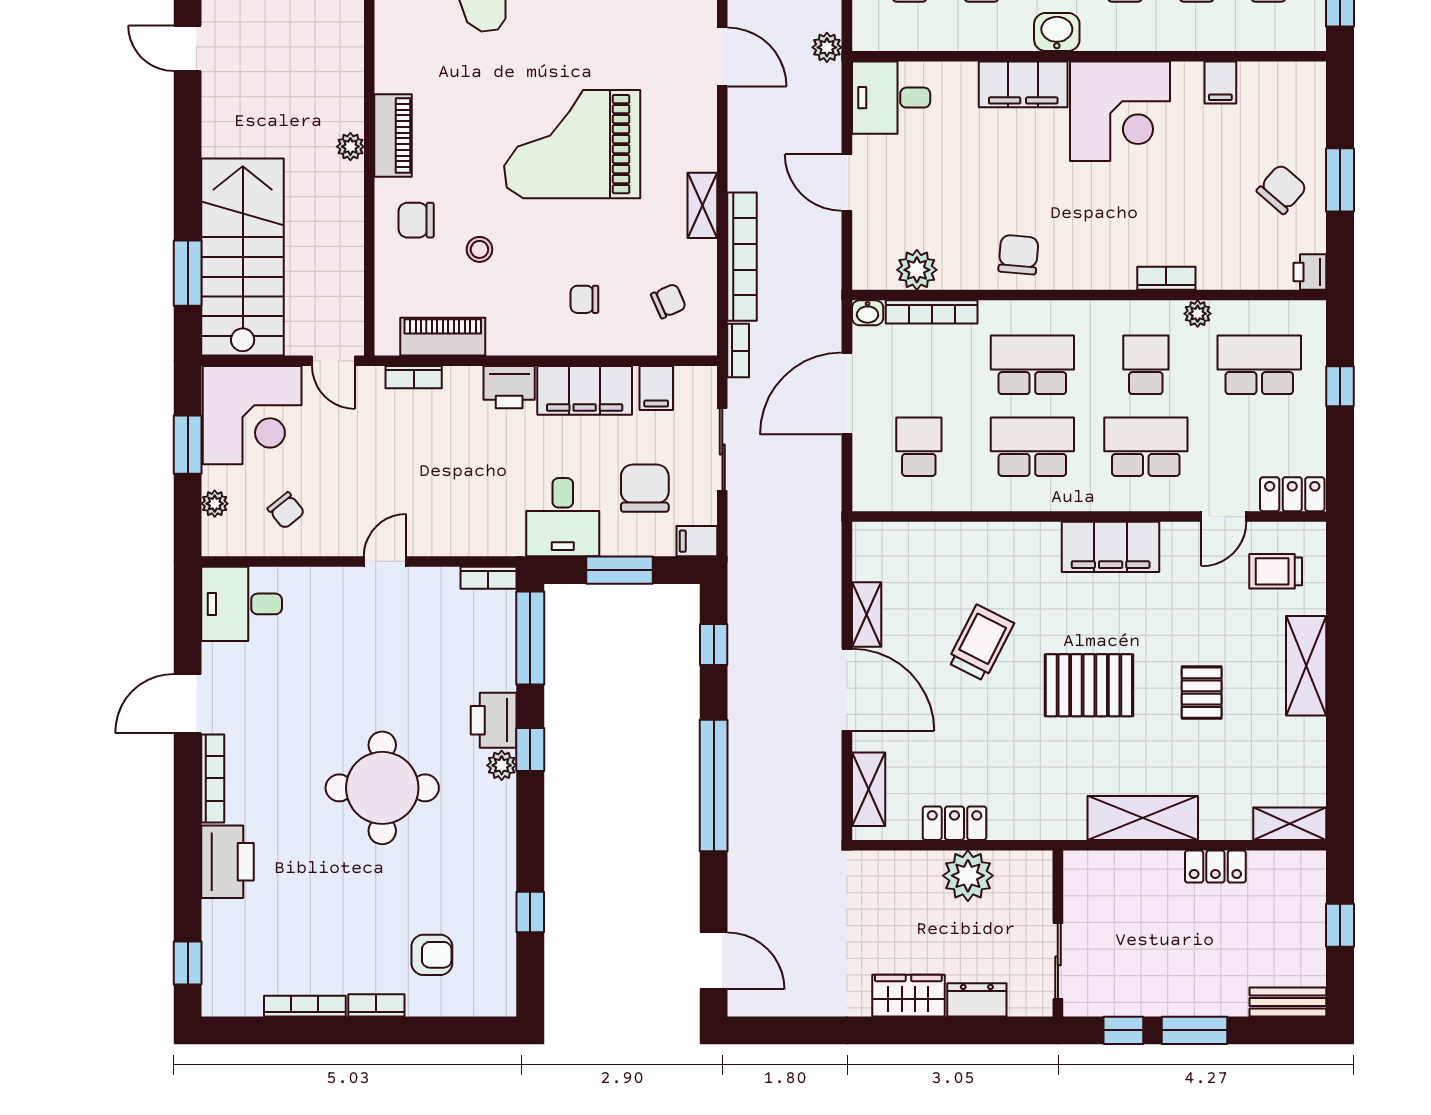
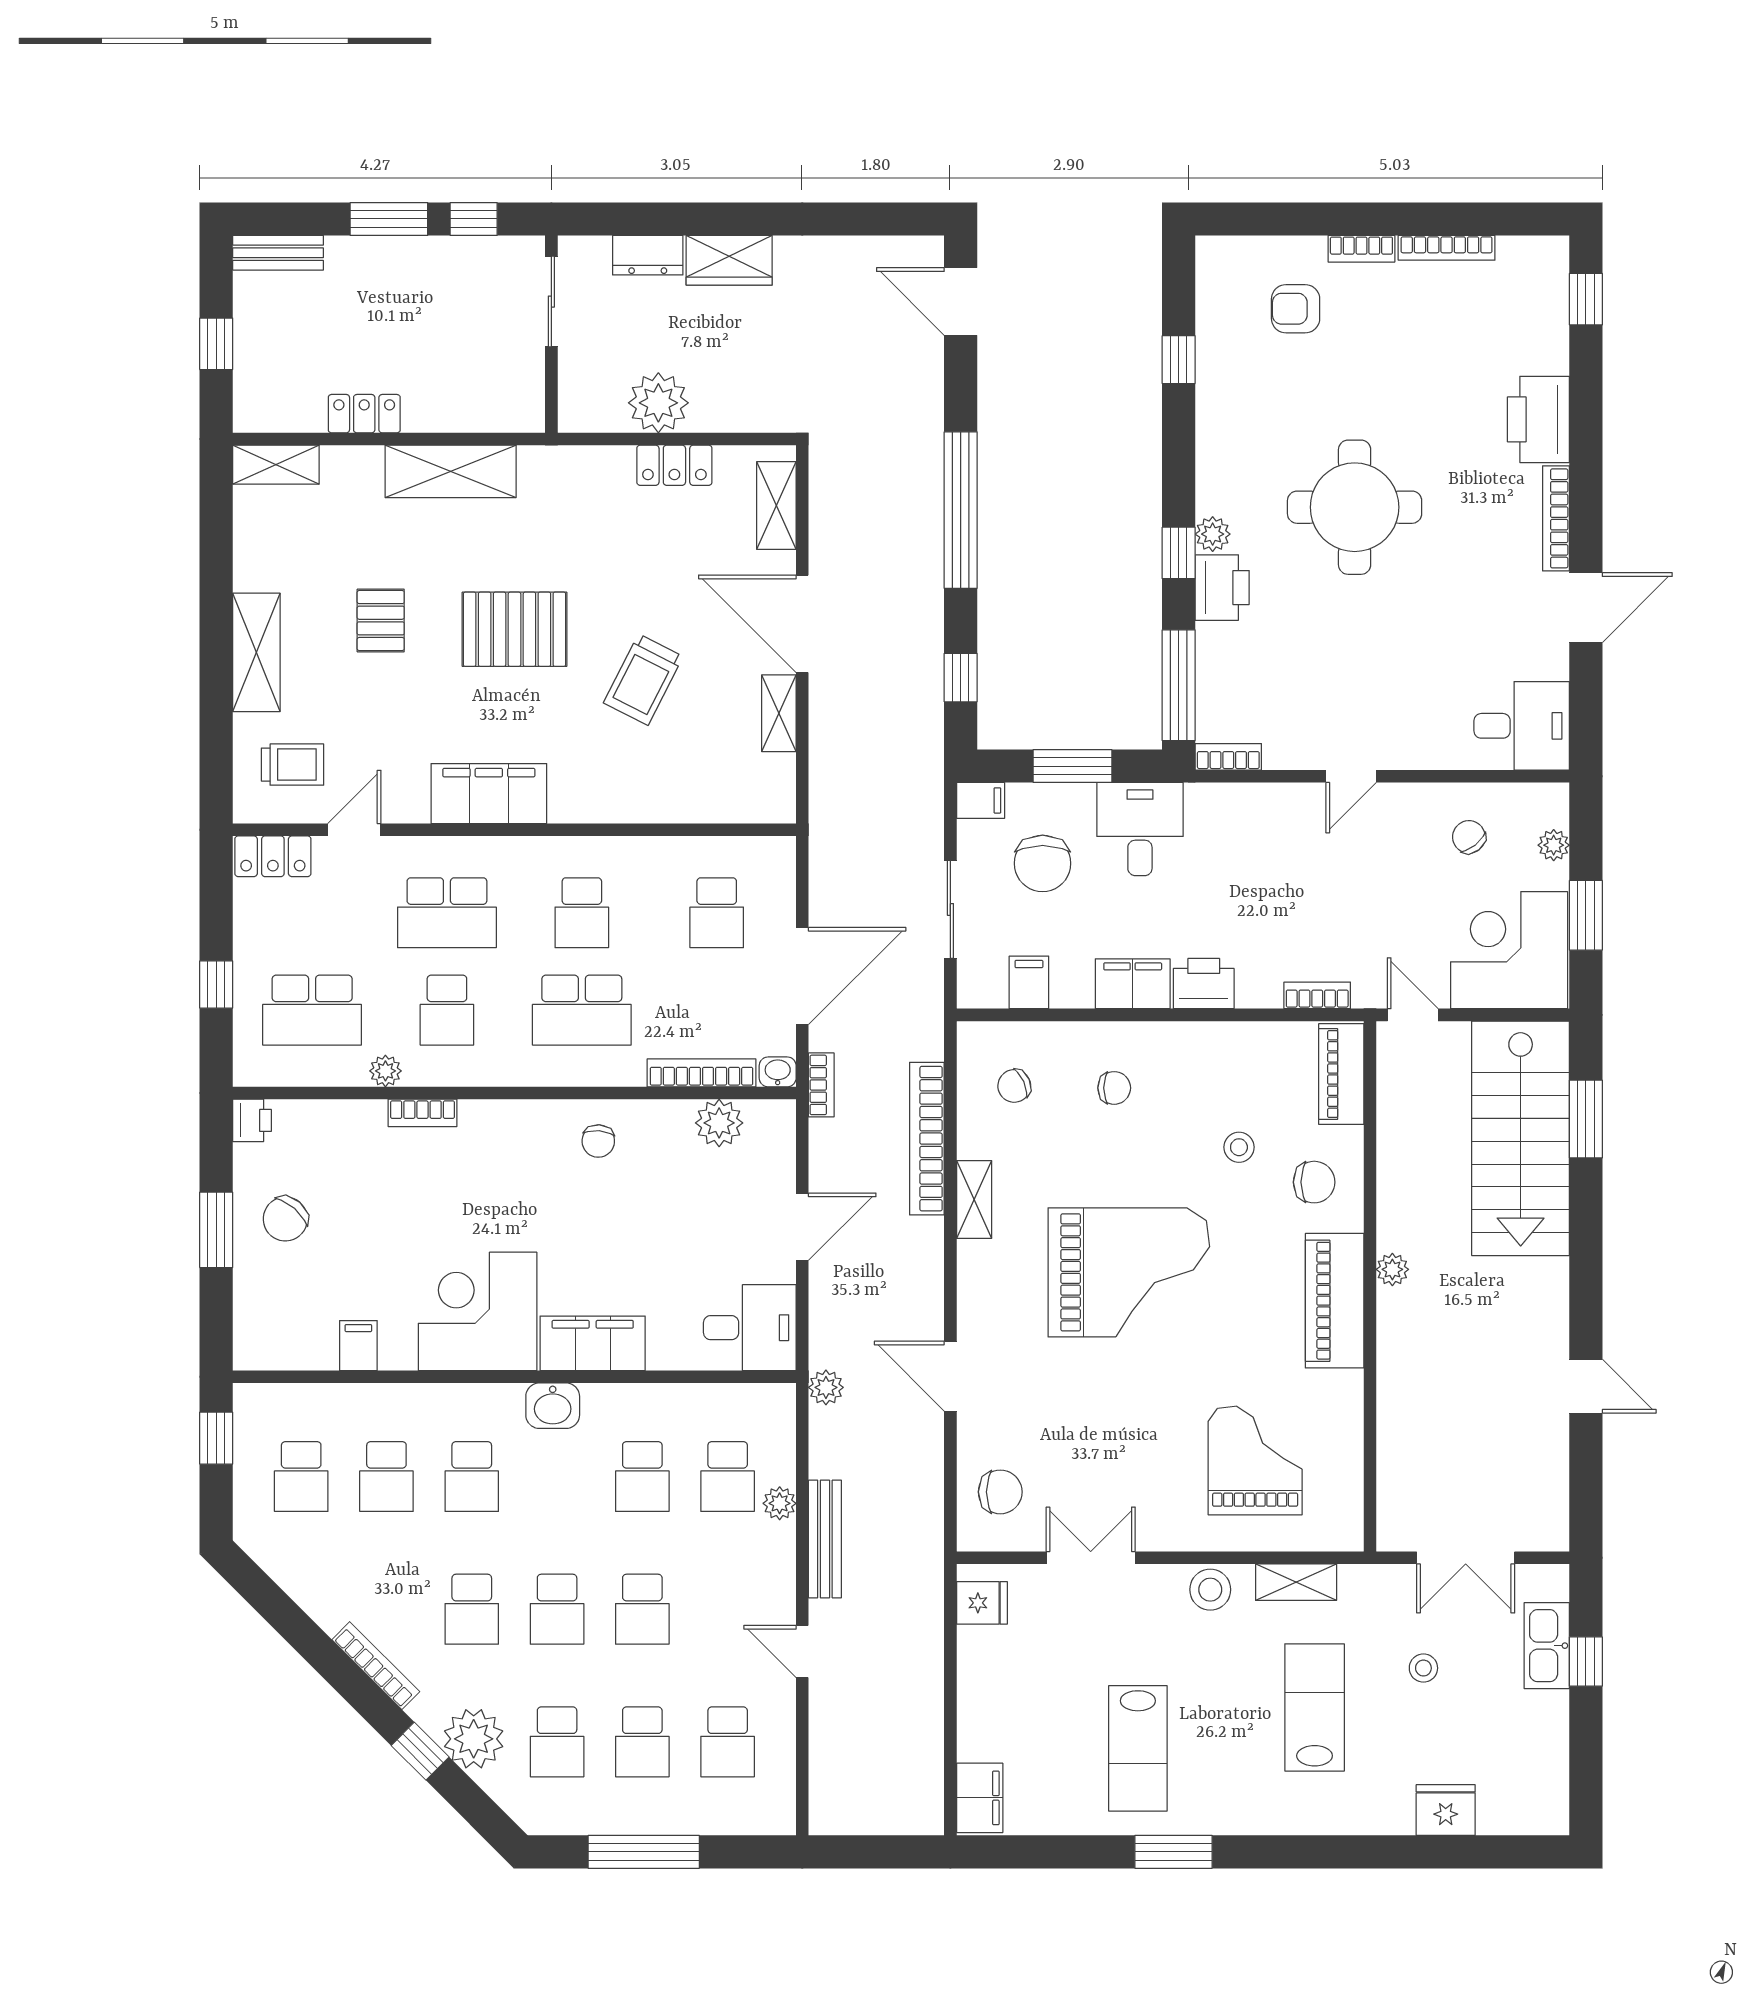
piano: (393, 135) -> (1335, 1301), width x1.37, depth x1.33
door: (847, 183) -> (802, 1227), hinge flipped
chair: (1018, 255) -> (598, 1141), width x0.73, depth x0.73
piano: (443, 337) -> (1341, 1074), moved, turned 90
bookcase: (738, 351) -> (821, 1085), moved, turned 180
filing cabinet: (585, 390) -> (1133, 984), width x0.67, depth x0.86
school desk: (1032, 447) -> (582, 913), width x0.54

